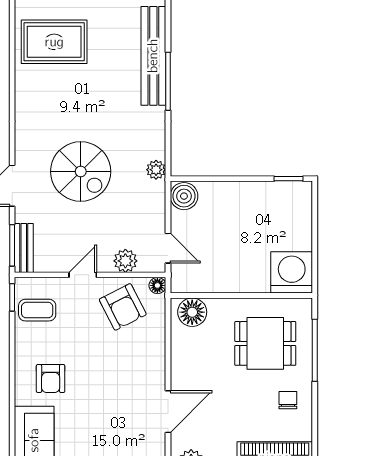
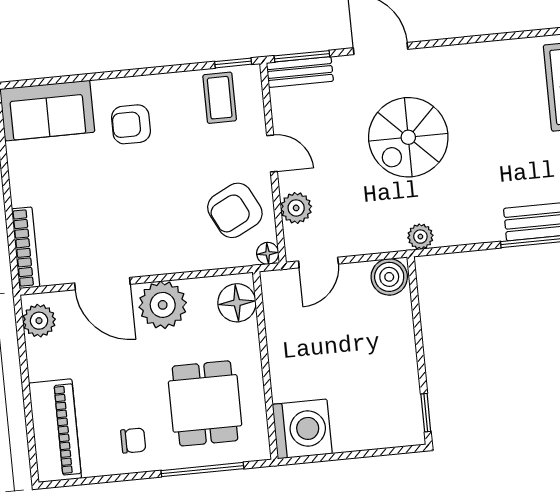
plant: (188, 368) -> (163, 305), added

